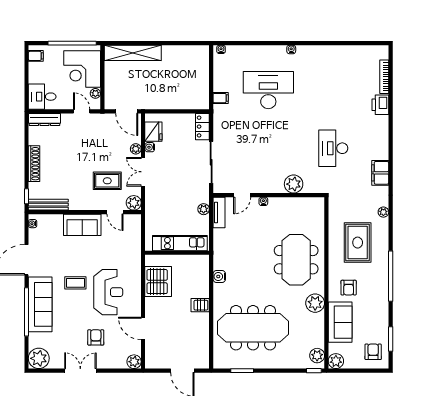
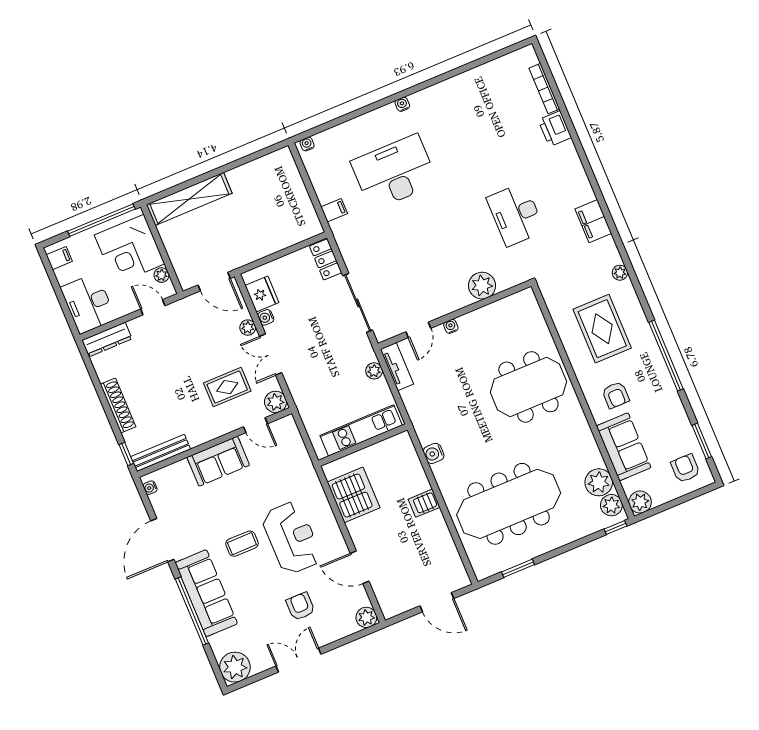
desk: (42, 97) -> (88, 303), width x1.37
meeting table: (296, 260) -> (528, 387), turned 90
plant: (315, 303) -> (599, 482), moved

